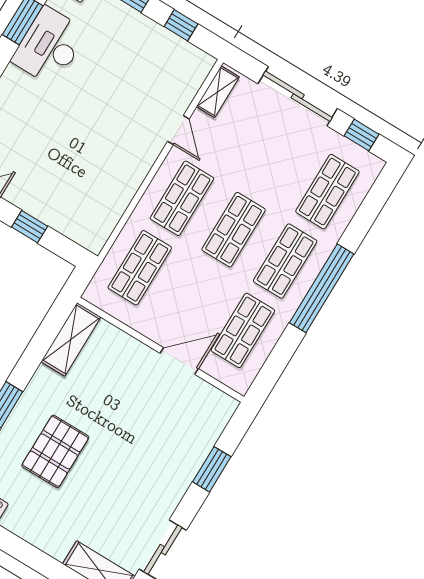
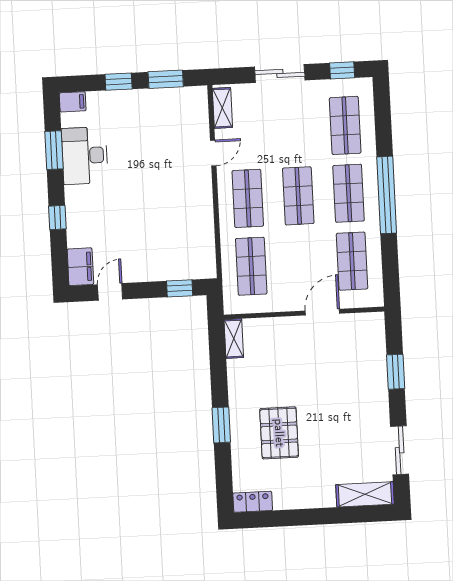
window: (181, 25) -> (166, 79), width x1.50
sliding door: (298, 96) -> (280, 73), width x0.73
door: (178, 130) -> (213, 153), hinge flipped
window: (30, 227) -> (180, 288), moved
shelving: (71, 339) -> (234, 339), width x0.67, depth x0.75

